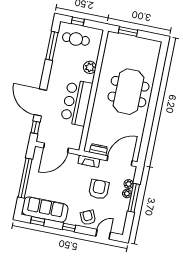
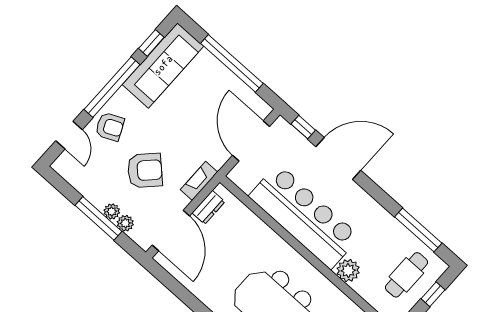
bar counter: (77, 103) -> (304, 216), width x1.36
armchair: (99, 189) -> (145, 170), turned -46
window: (69, 227) -> (112, 87), width x3.17

